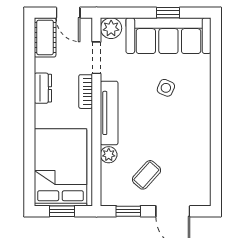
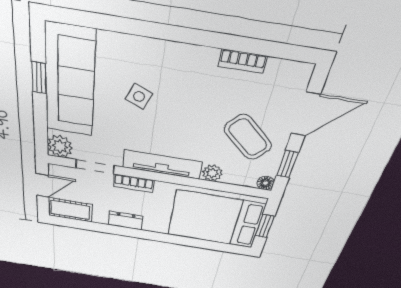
bookcase: (205, 156) -> (242, 61), added
coffee table: (146, 175) -> (248, 137), width x1.36, depth x1.30
floor lamp: (107, 199) -> (265, 183), added

